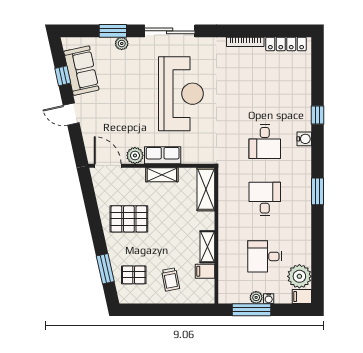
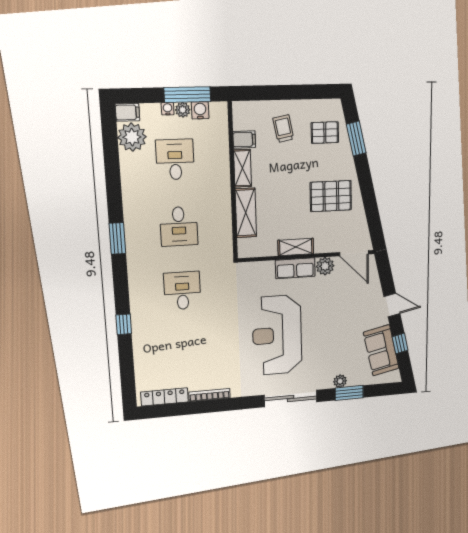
water cooler: (304, 139) -> (200, 110), moved, turned 90
shelving: (206, 189) -> (246, 213), moved
desk: (265, 256) -> (175, 160), turned -90

